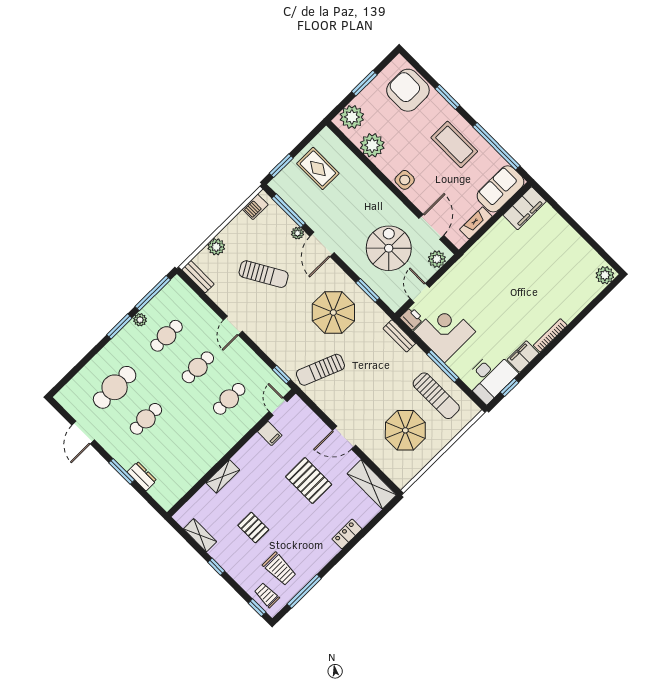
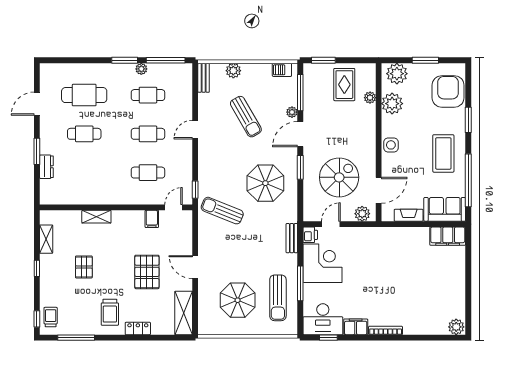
plant: (349, 158) -> (370, 98), added
window: (368, 290) -> (300, 167), moved
trolley: (279, 569) -> (110, 312), moved

